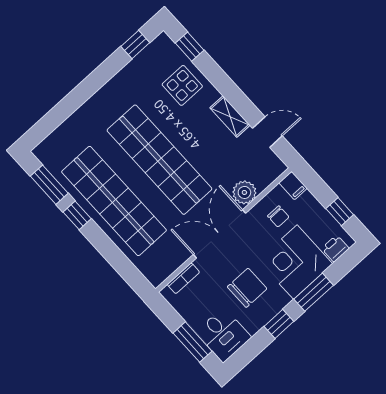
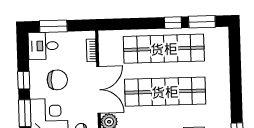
chair: (247, 288) -> (57, 80), turned -90

